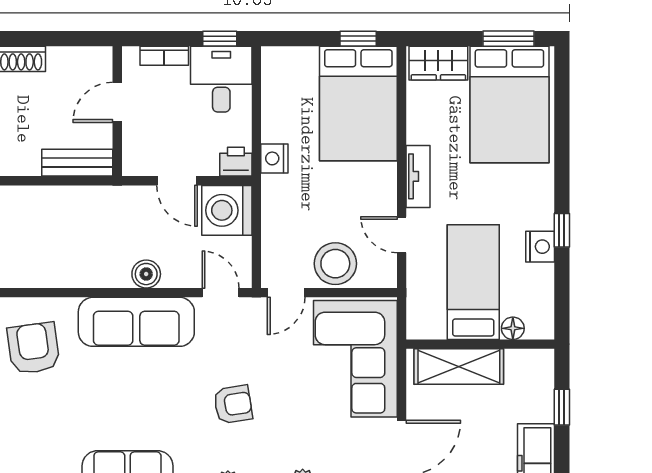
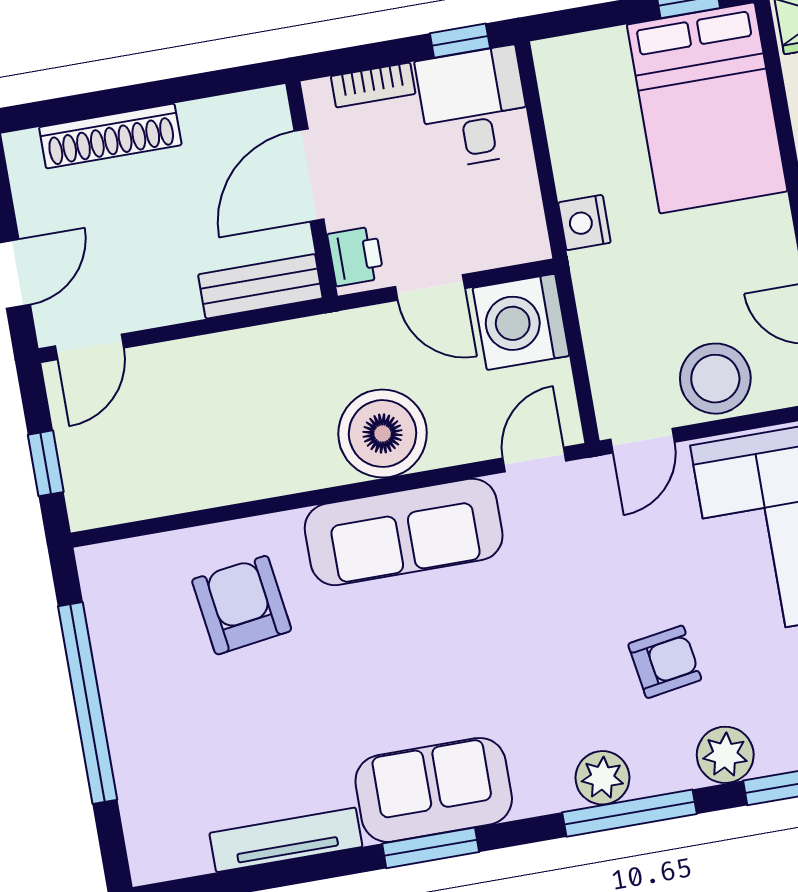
door: (117, 102) -> (309, 175), width x1.37
printer: (236, 162) -> (356, 256), moved, turned 90
boiler: (146, 274) -> (383, 434), width x1.86, depth x1.86
door: (221, 293) -> (534, 460), hinge flipped
armchair: (233, 404) -> (665, 662), moved

